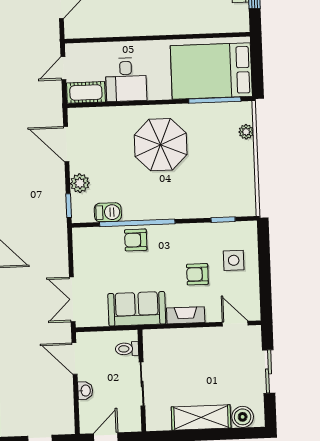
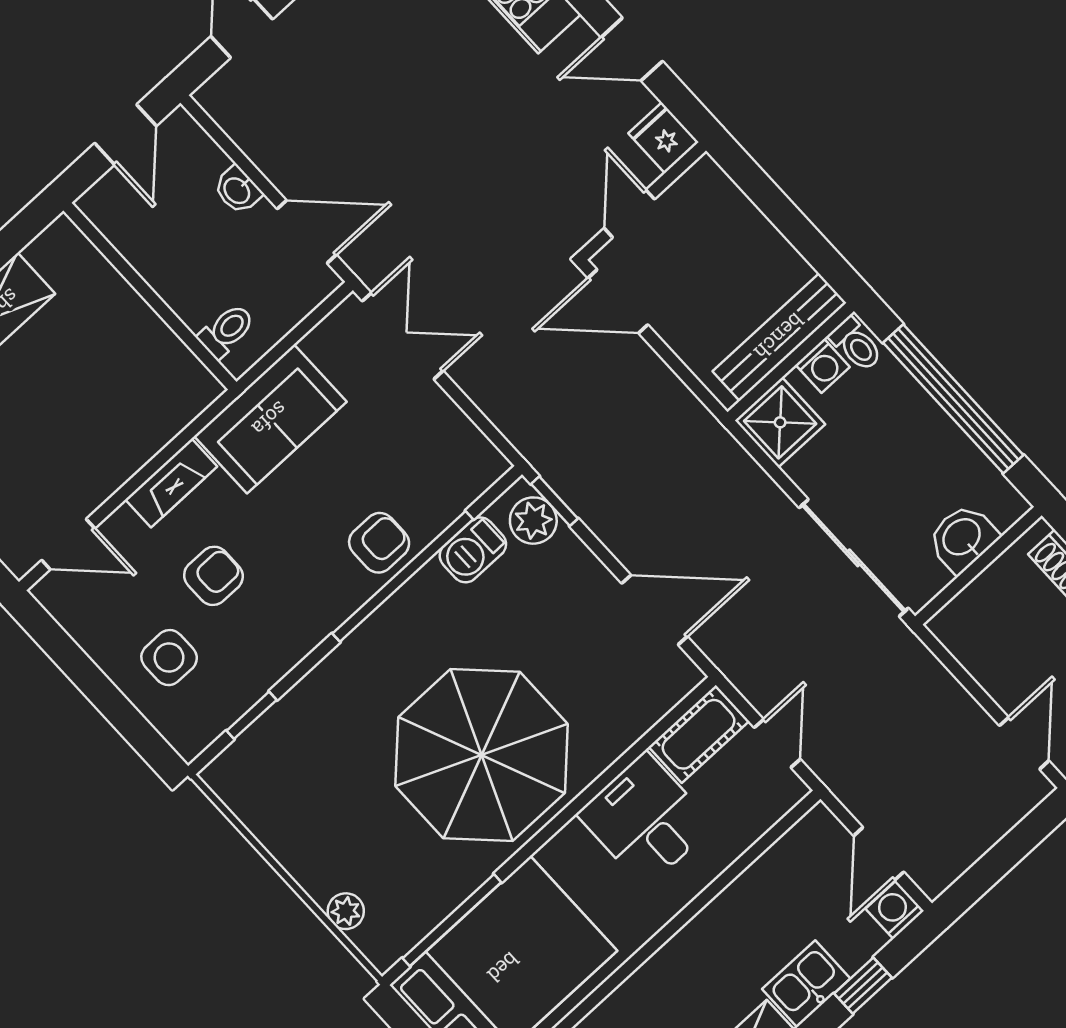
parasol: (161, 145) -> (482, 755), width x1.36, depth x1.36
plant: (80, 183) -> (533, 521), moved
sliding door: (142, 384) -> (144, 290), removed

